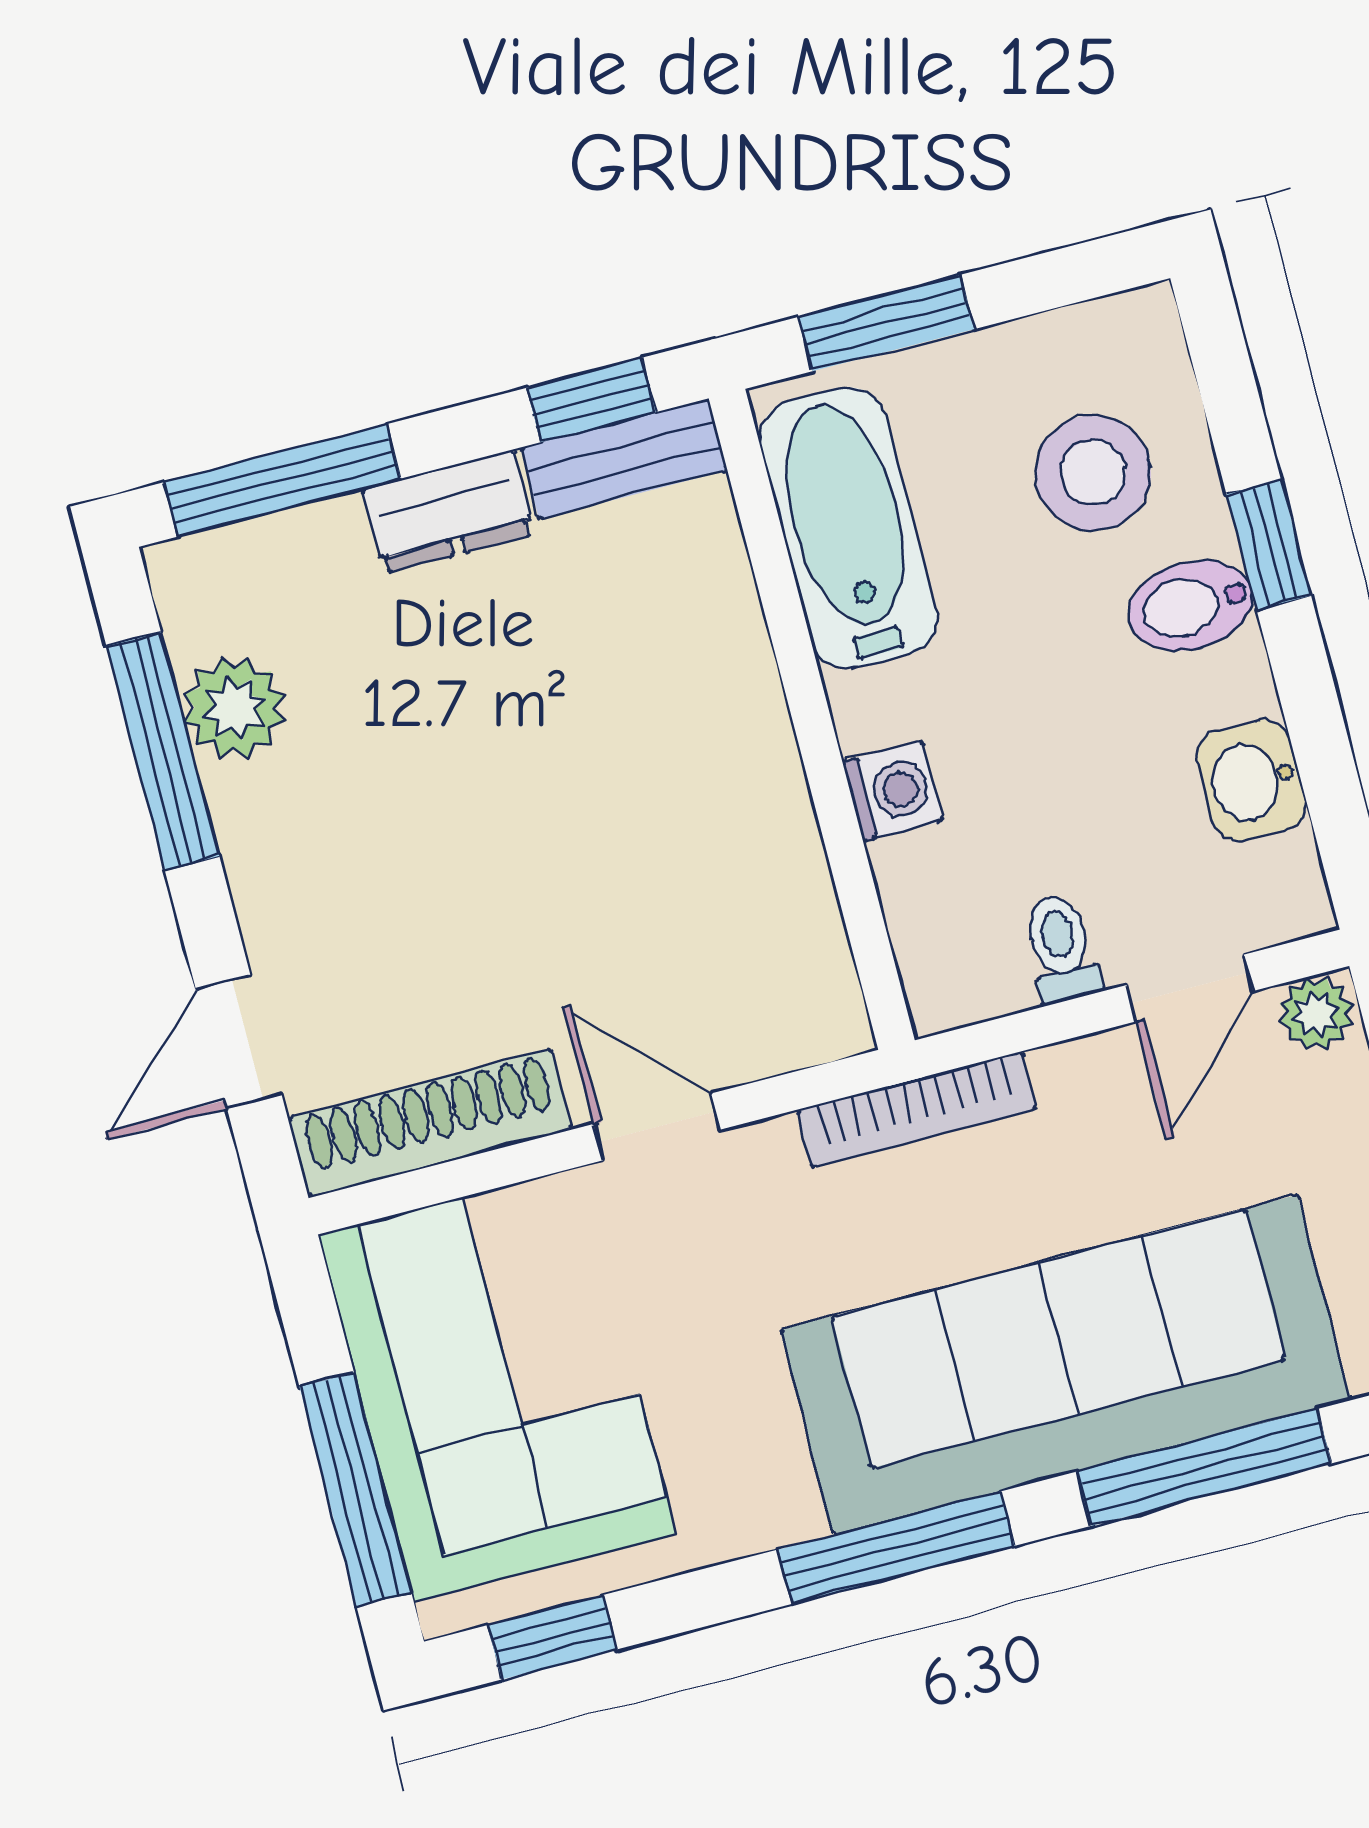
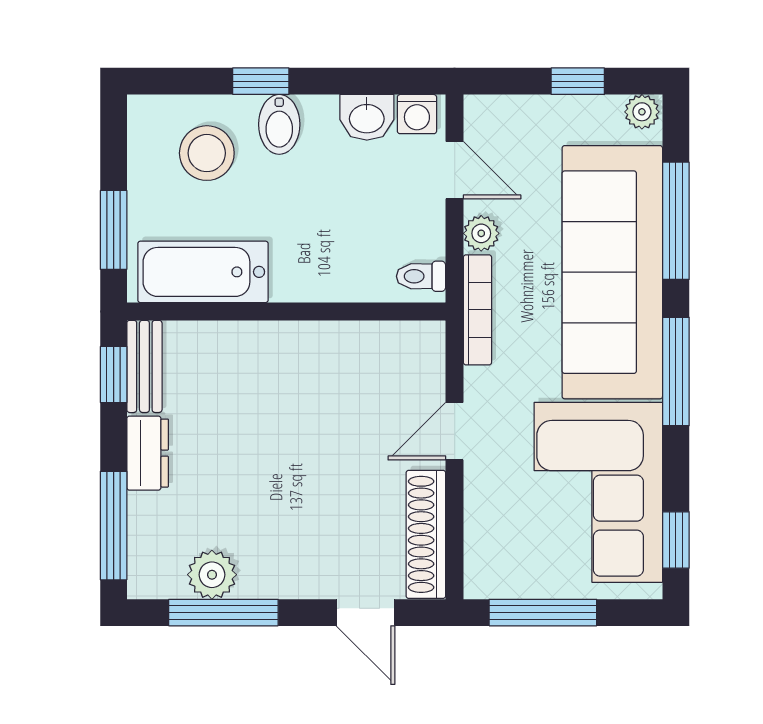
washing machine: (893, 791) -> (417, 114), moved, turned 180
toilet: (1061, 949) -> (421, 276), moved
plant: (1316, 1013) -> (481, 233), moved
corner sofa: (497, 1384) -> (598, 492), moved, turned -90
window: (355, 1490) -> (543, 613), moved

